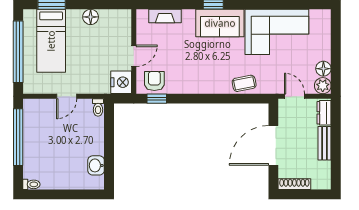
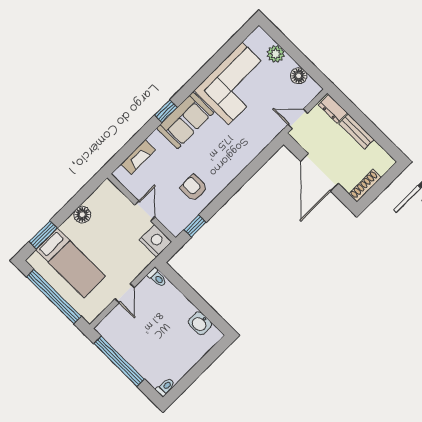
armchair: (154, 81) -> (194, 188), moved
coffee table: (244, 83) -> (250, 148), removed
plant: (323, 86) -> (276, 54), moved

